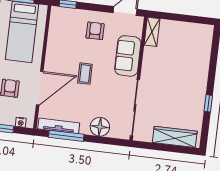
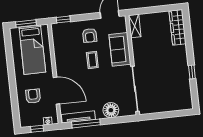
armchair: (95, 31) -> (90, 35), turned 180
coffee table: (85, 74) -> (92, 60), moved
door: (40, 88) -> (56, 91), hinge flipped
wardrobe: (175, 137) -> (178, 27), moved, turned -90

